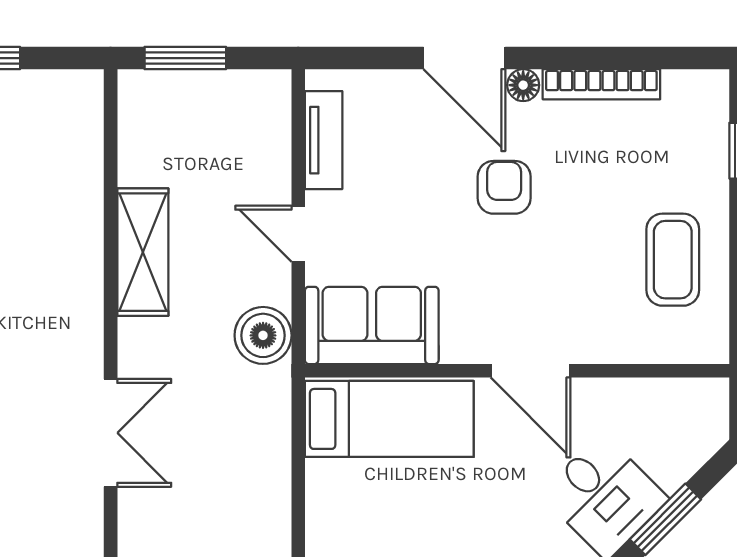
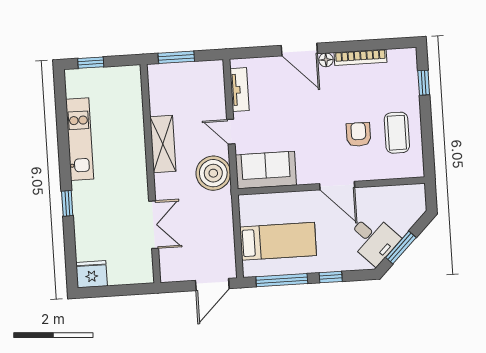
armchair: (504, 187) -> (358, 134), moved
boiler: (263, 335) -> (213, 173), width x1.37, depth x1.37
bed: (389, 419) -> (278, 241), moved

